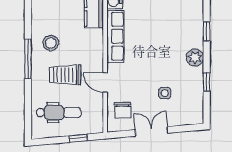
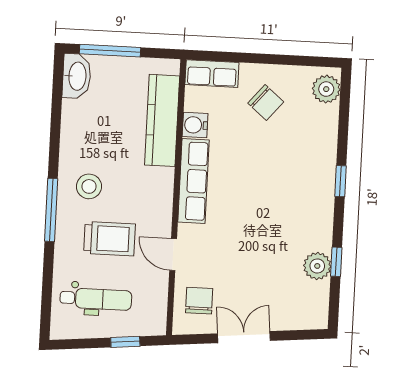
plant: (195, 57) -> (317, 266), moved
trolley: (65, 75) -> (109, 239), turned 180
side table: (165, 93) -> (268, 277), removed
chair: (123, 110) -> (199, 301), turned 180

